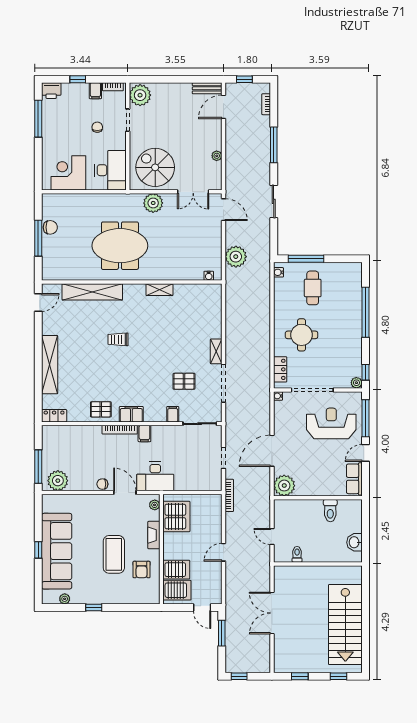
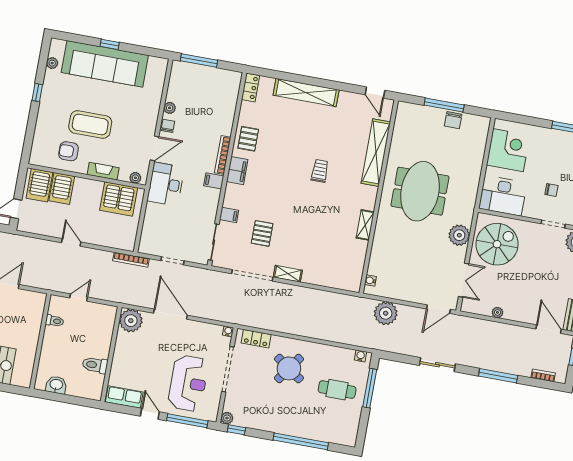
double door: (193, 192) -> (464, 280), swing flipped
round table: (302, 335) -> (289, 368), turned 35
plant: (58, 481) -> (170, 108), moved, width x0.53, depth x0.53

